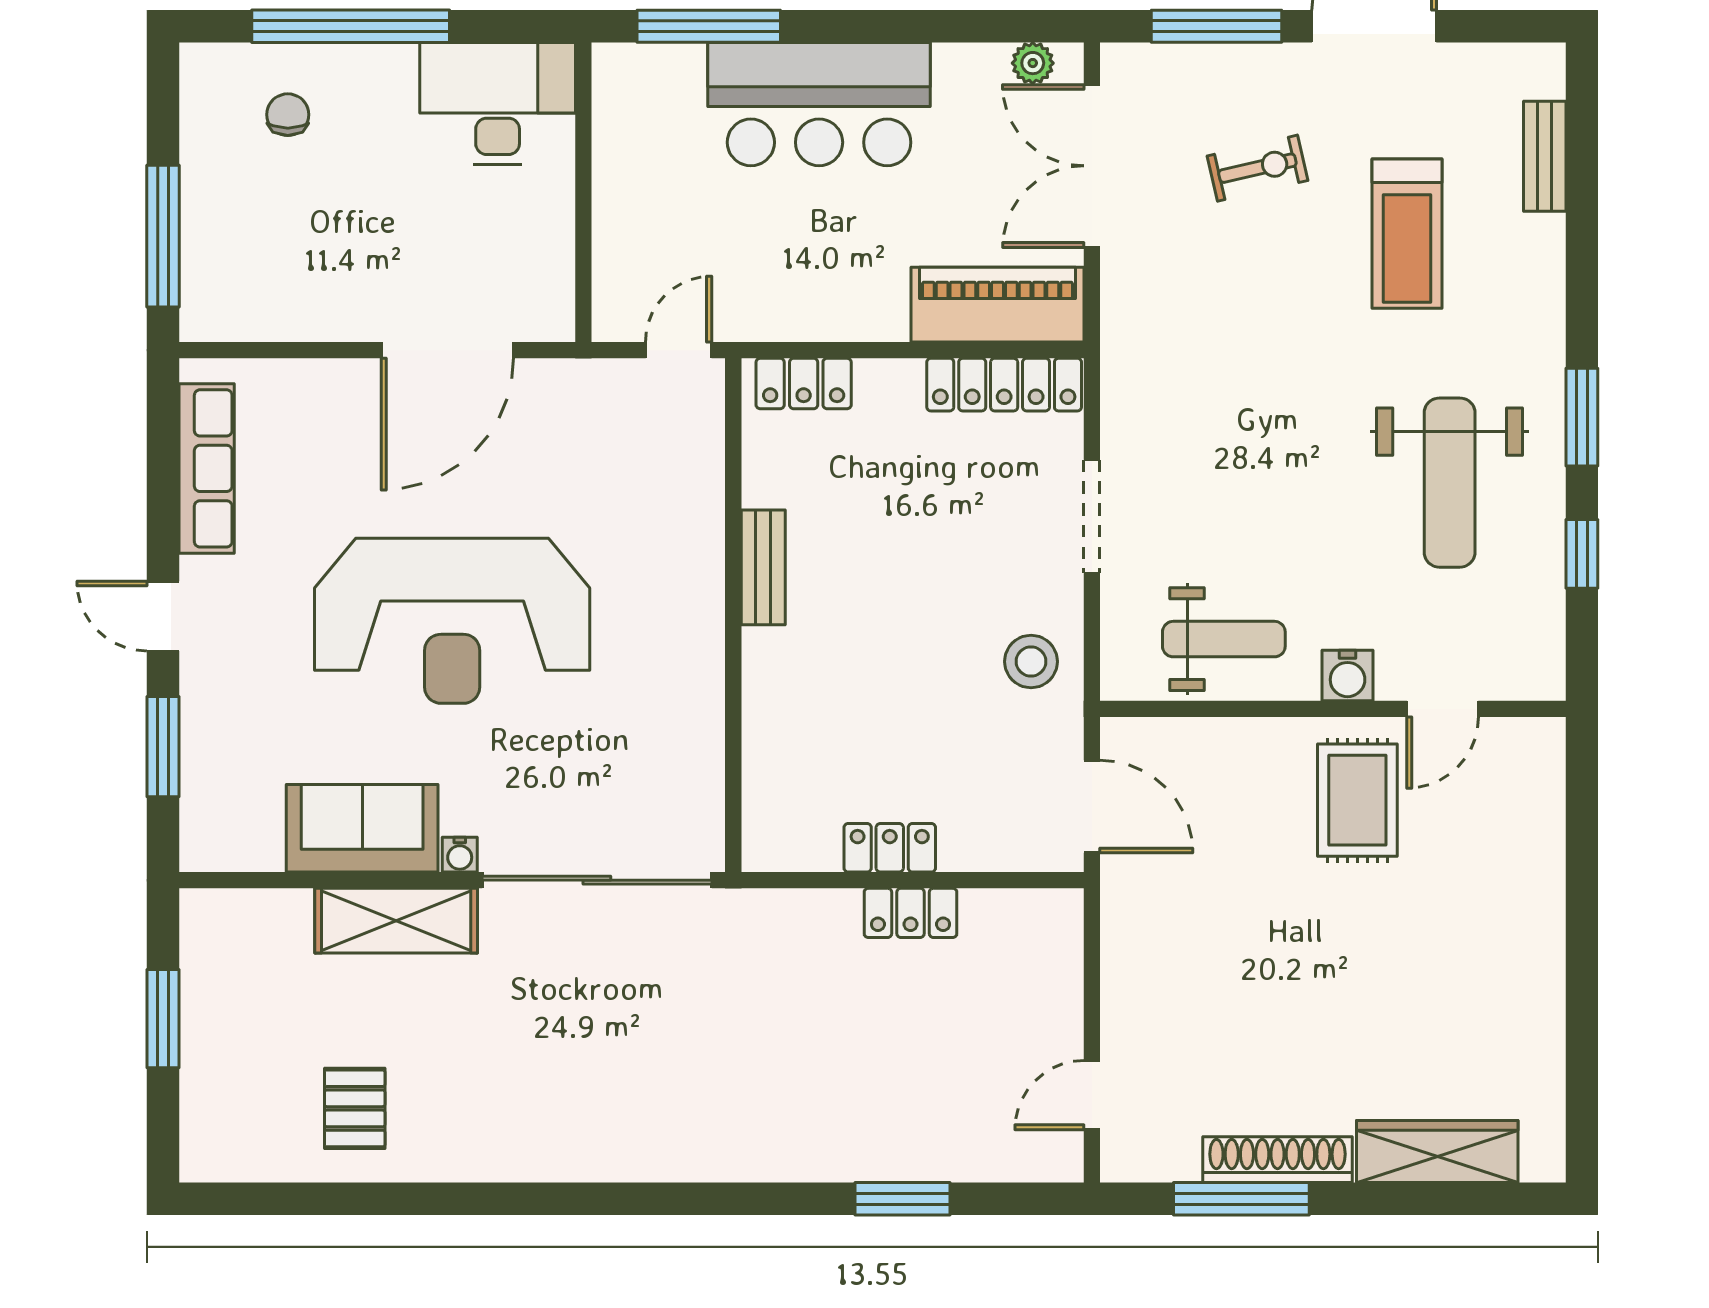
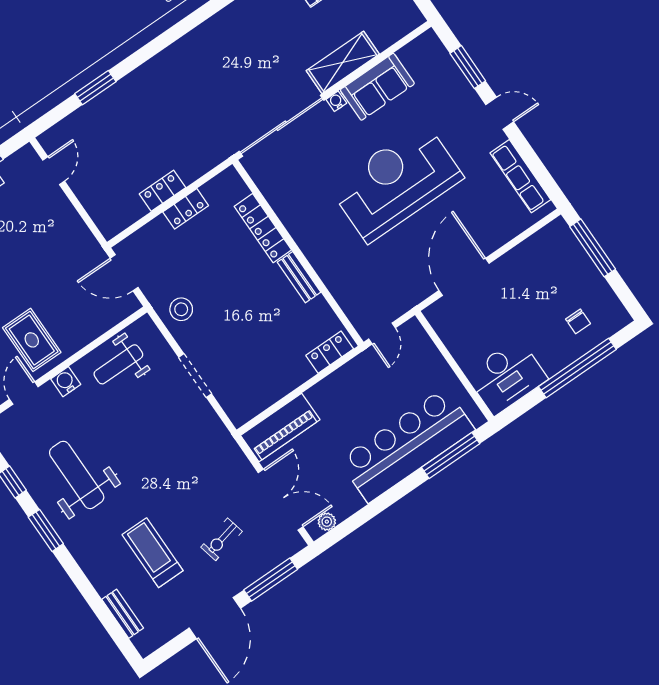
bar counter: (819, 104) -> (407, 445), width x1.36
locker: (1004, 385) -> (263, 228), moved, turned -90

